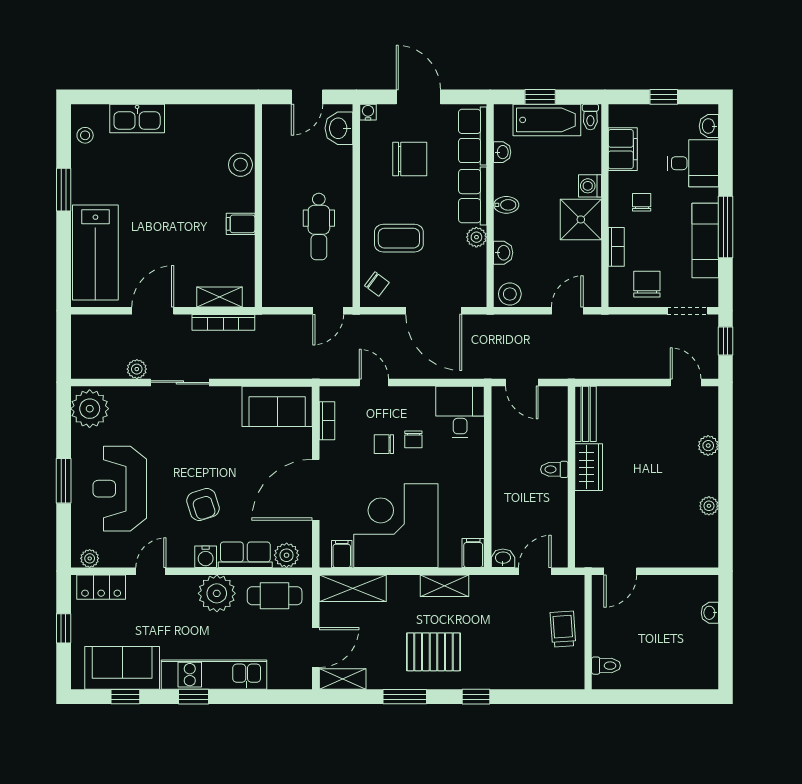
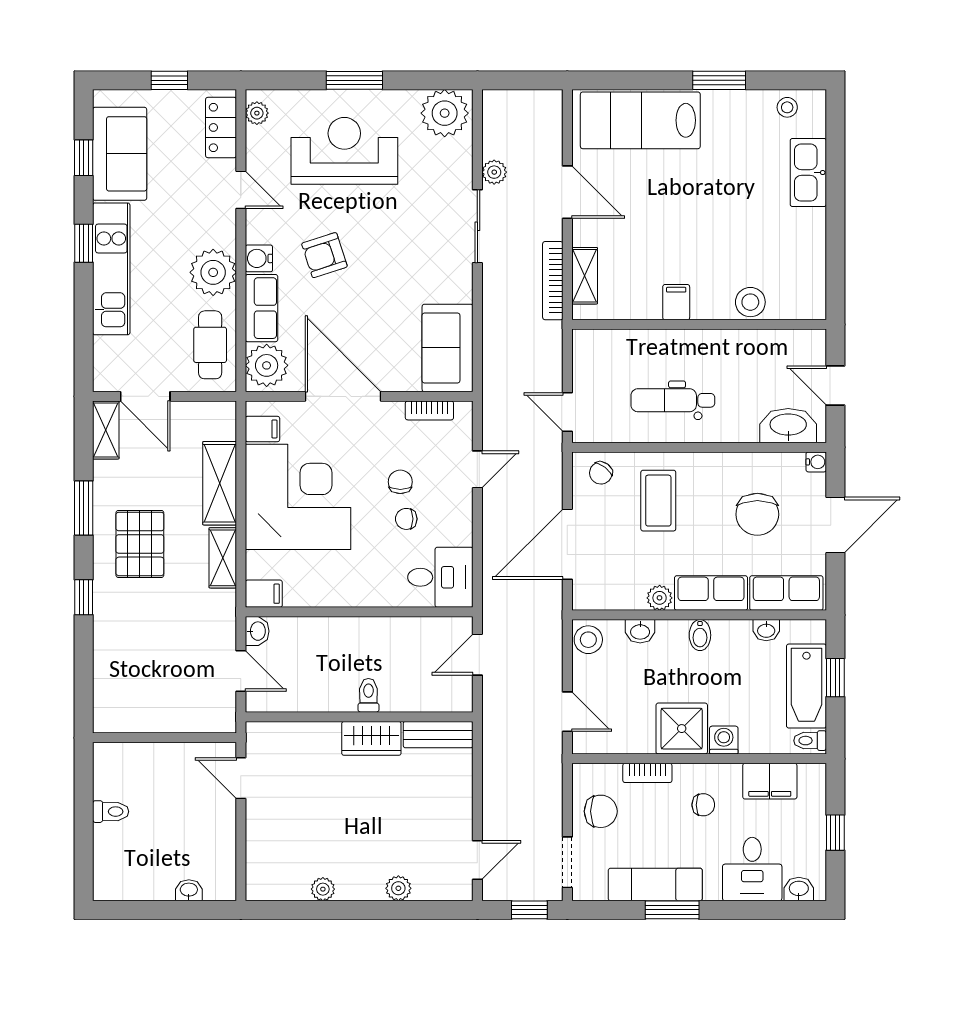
washbasin: (339, 128) -> (788, 426), width x1.38
window: (726, 227) -> (672, 910), width x0.69
plant: (287, 555) -> (267, 365), width x1.36, depth x1.36
shelving: (353, 588) -> (220, 483), moved
trolley: (563, 629) -> (168, 706), removed
toilet: (606, 666) -> (111, 812), moved, turned -90

